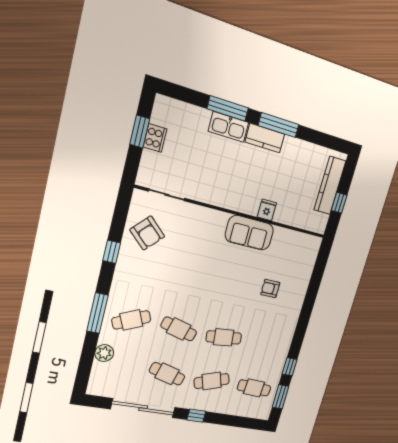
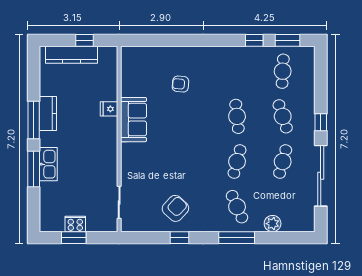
kitchen counter: (265, 138) -> (48, 113), moved
armchair: (147, 233) -> (175, 208), moved
armchair: (270, 289) -> (180, 84), turned 95

